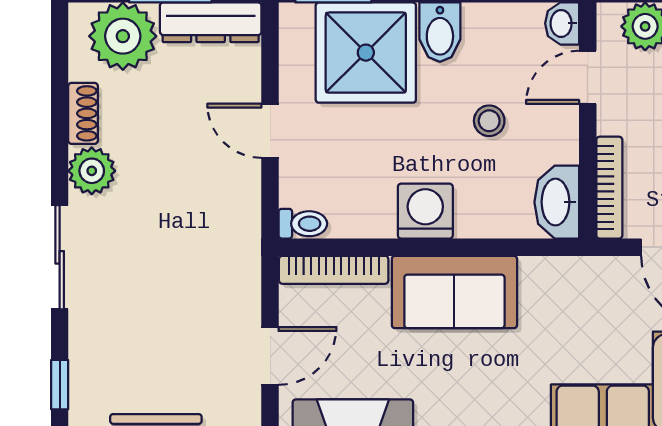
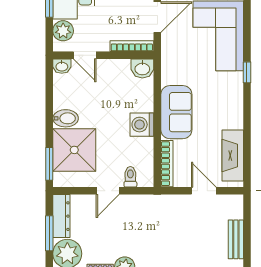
stool: (489, 121) -> (103, 97), removed
washbasin: (557, 202) -> (142, 68), width x0.72
toilet: (303, 224) -> (130, 177), moved

